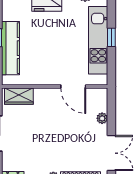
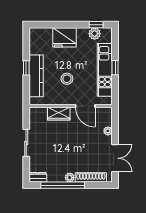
stool: (50, 52) -> (67, 79), added
wardrobe: (19, 96) -> (59, 114), moved

